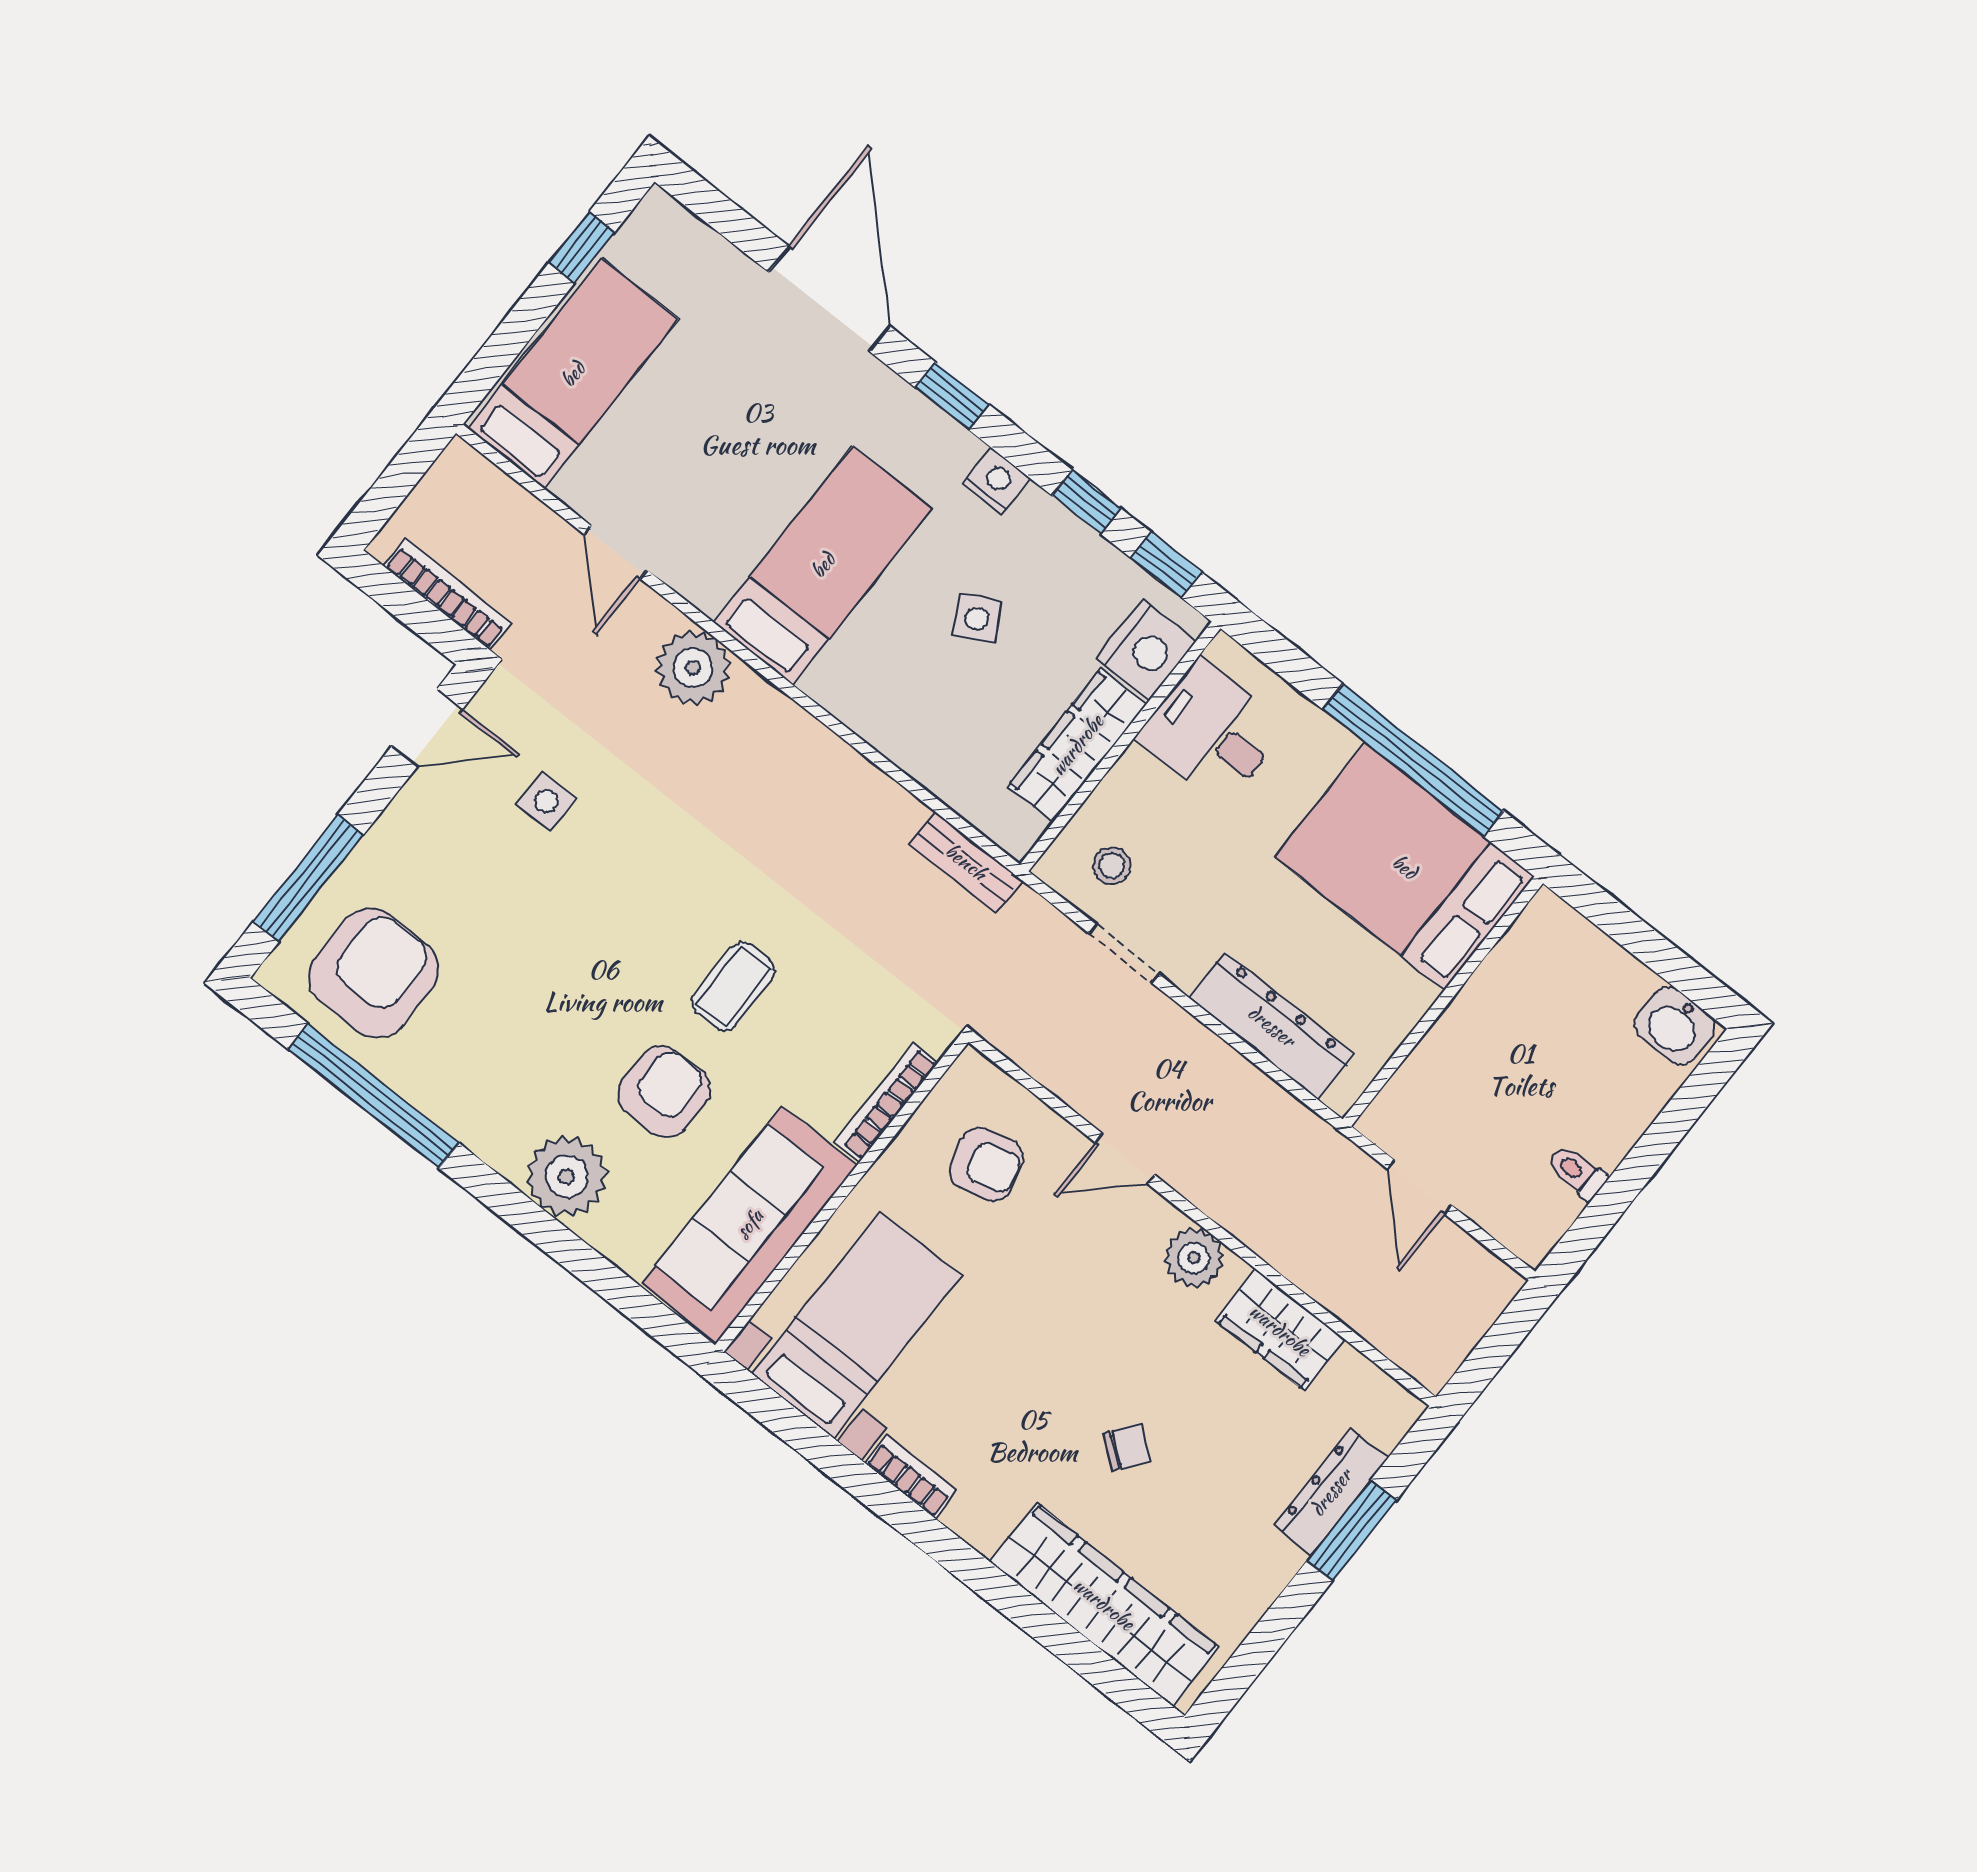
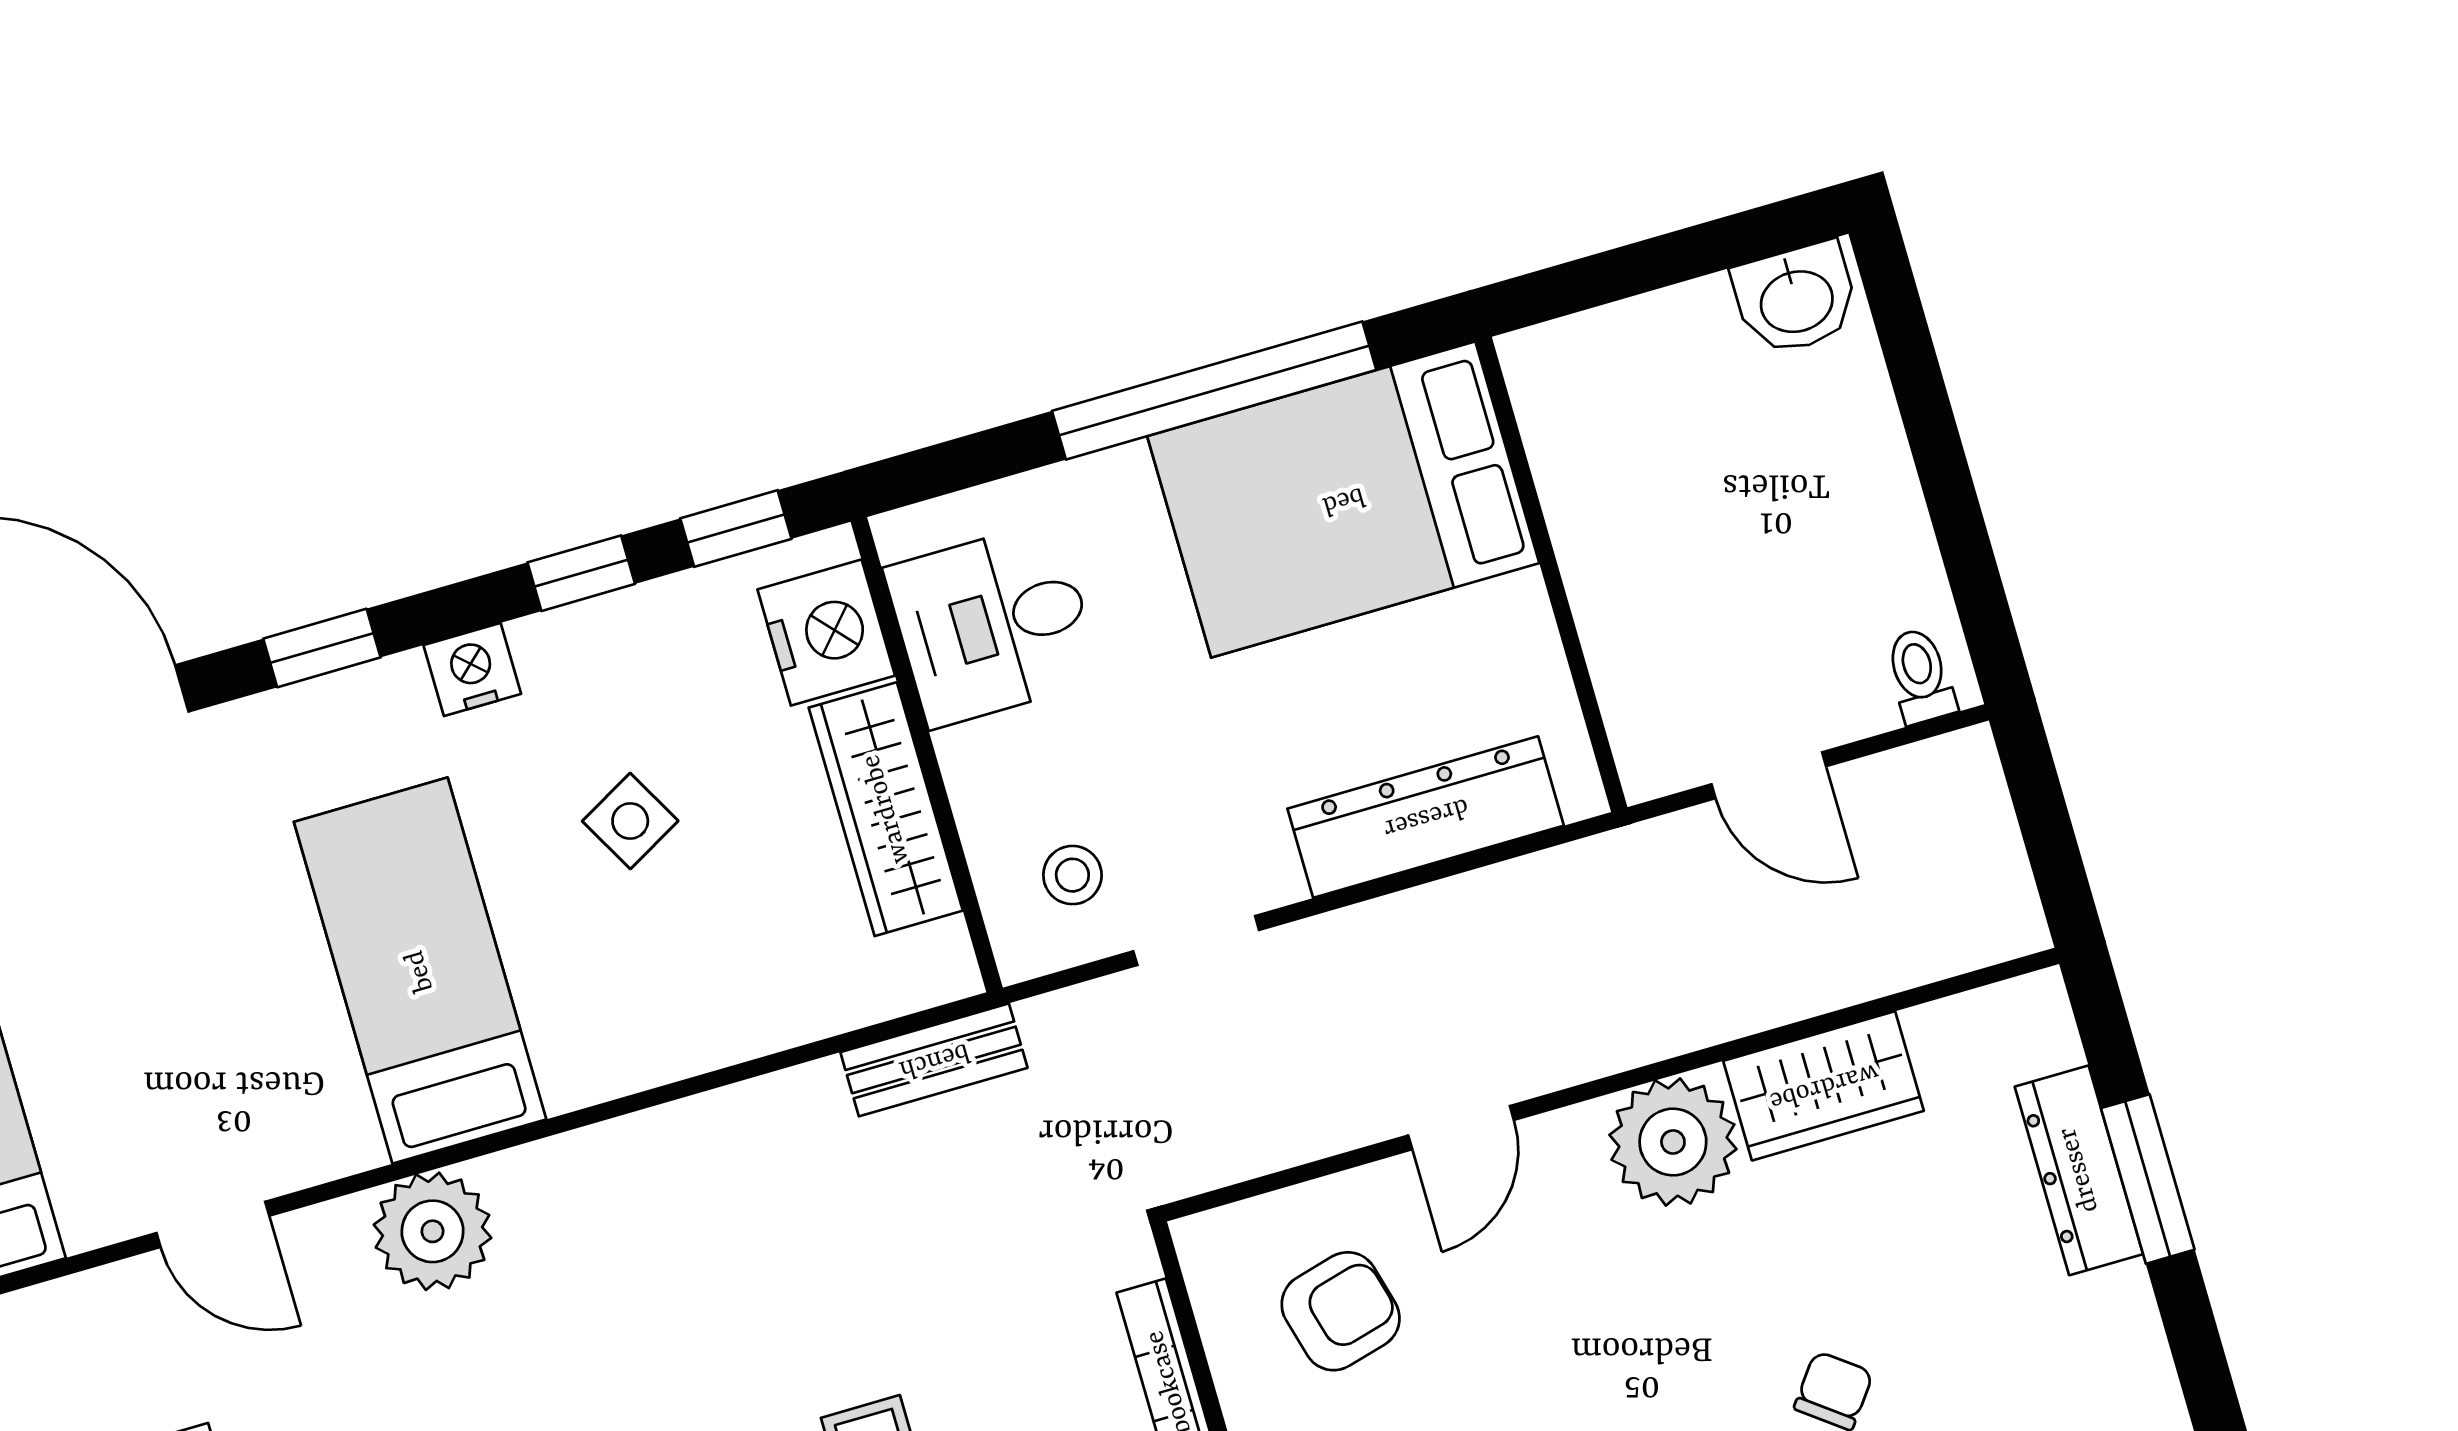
toilet: (1577, 1173) -> (1920, 676), moved, turned 90
plant: (1194, 1258) -> (1673, 1142), width x1.36, depth x1.36

